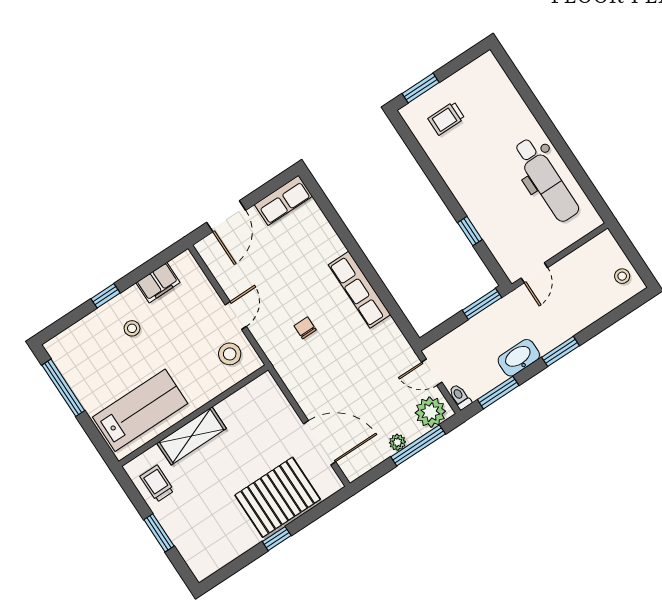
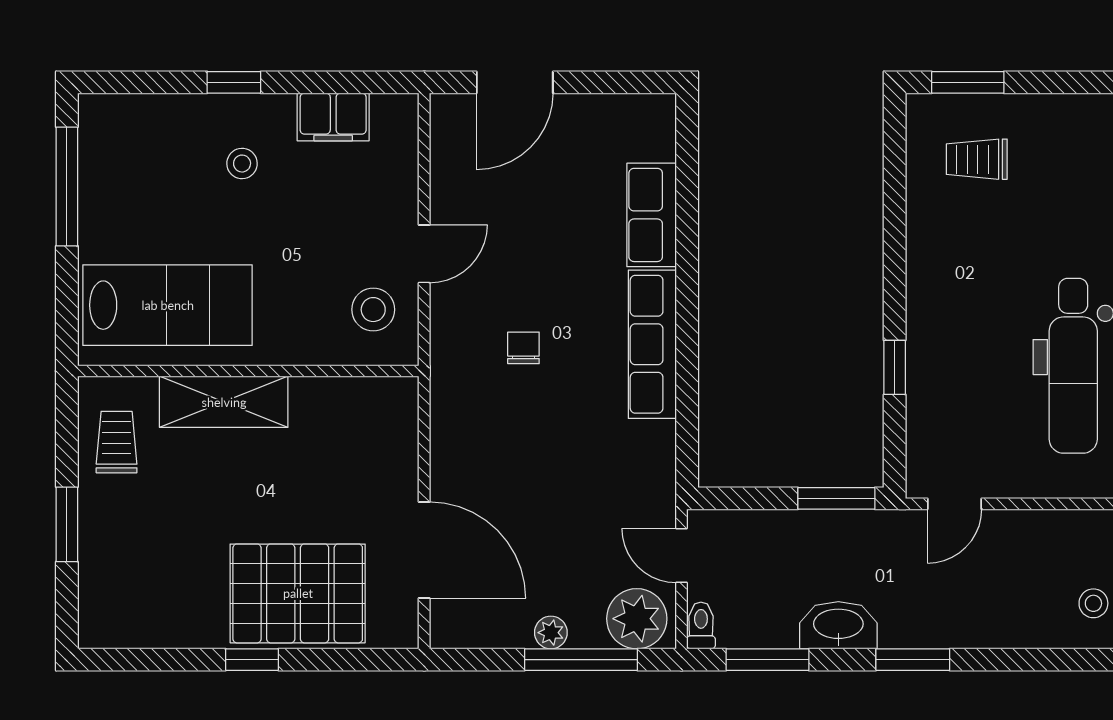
row of seats: (283, 200) -> (652, 215), moved, turned 90

